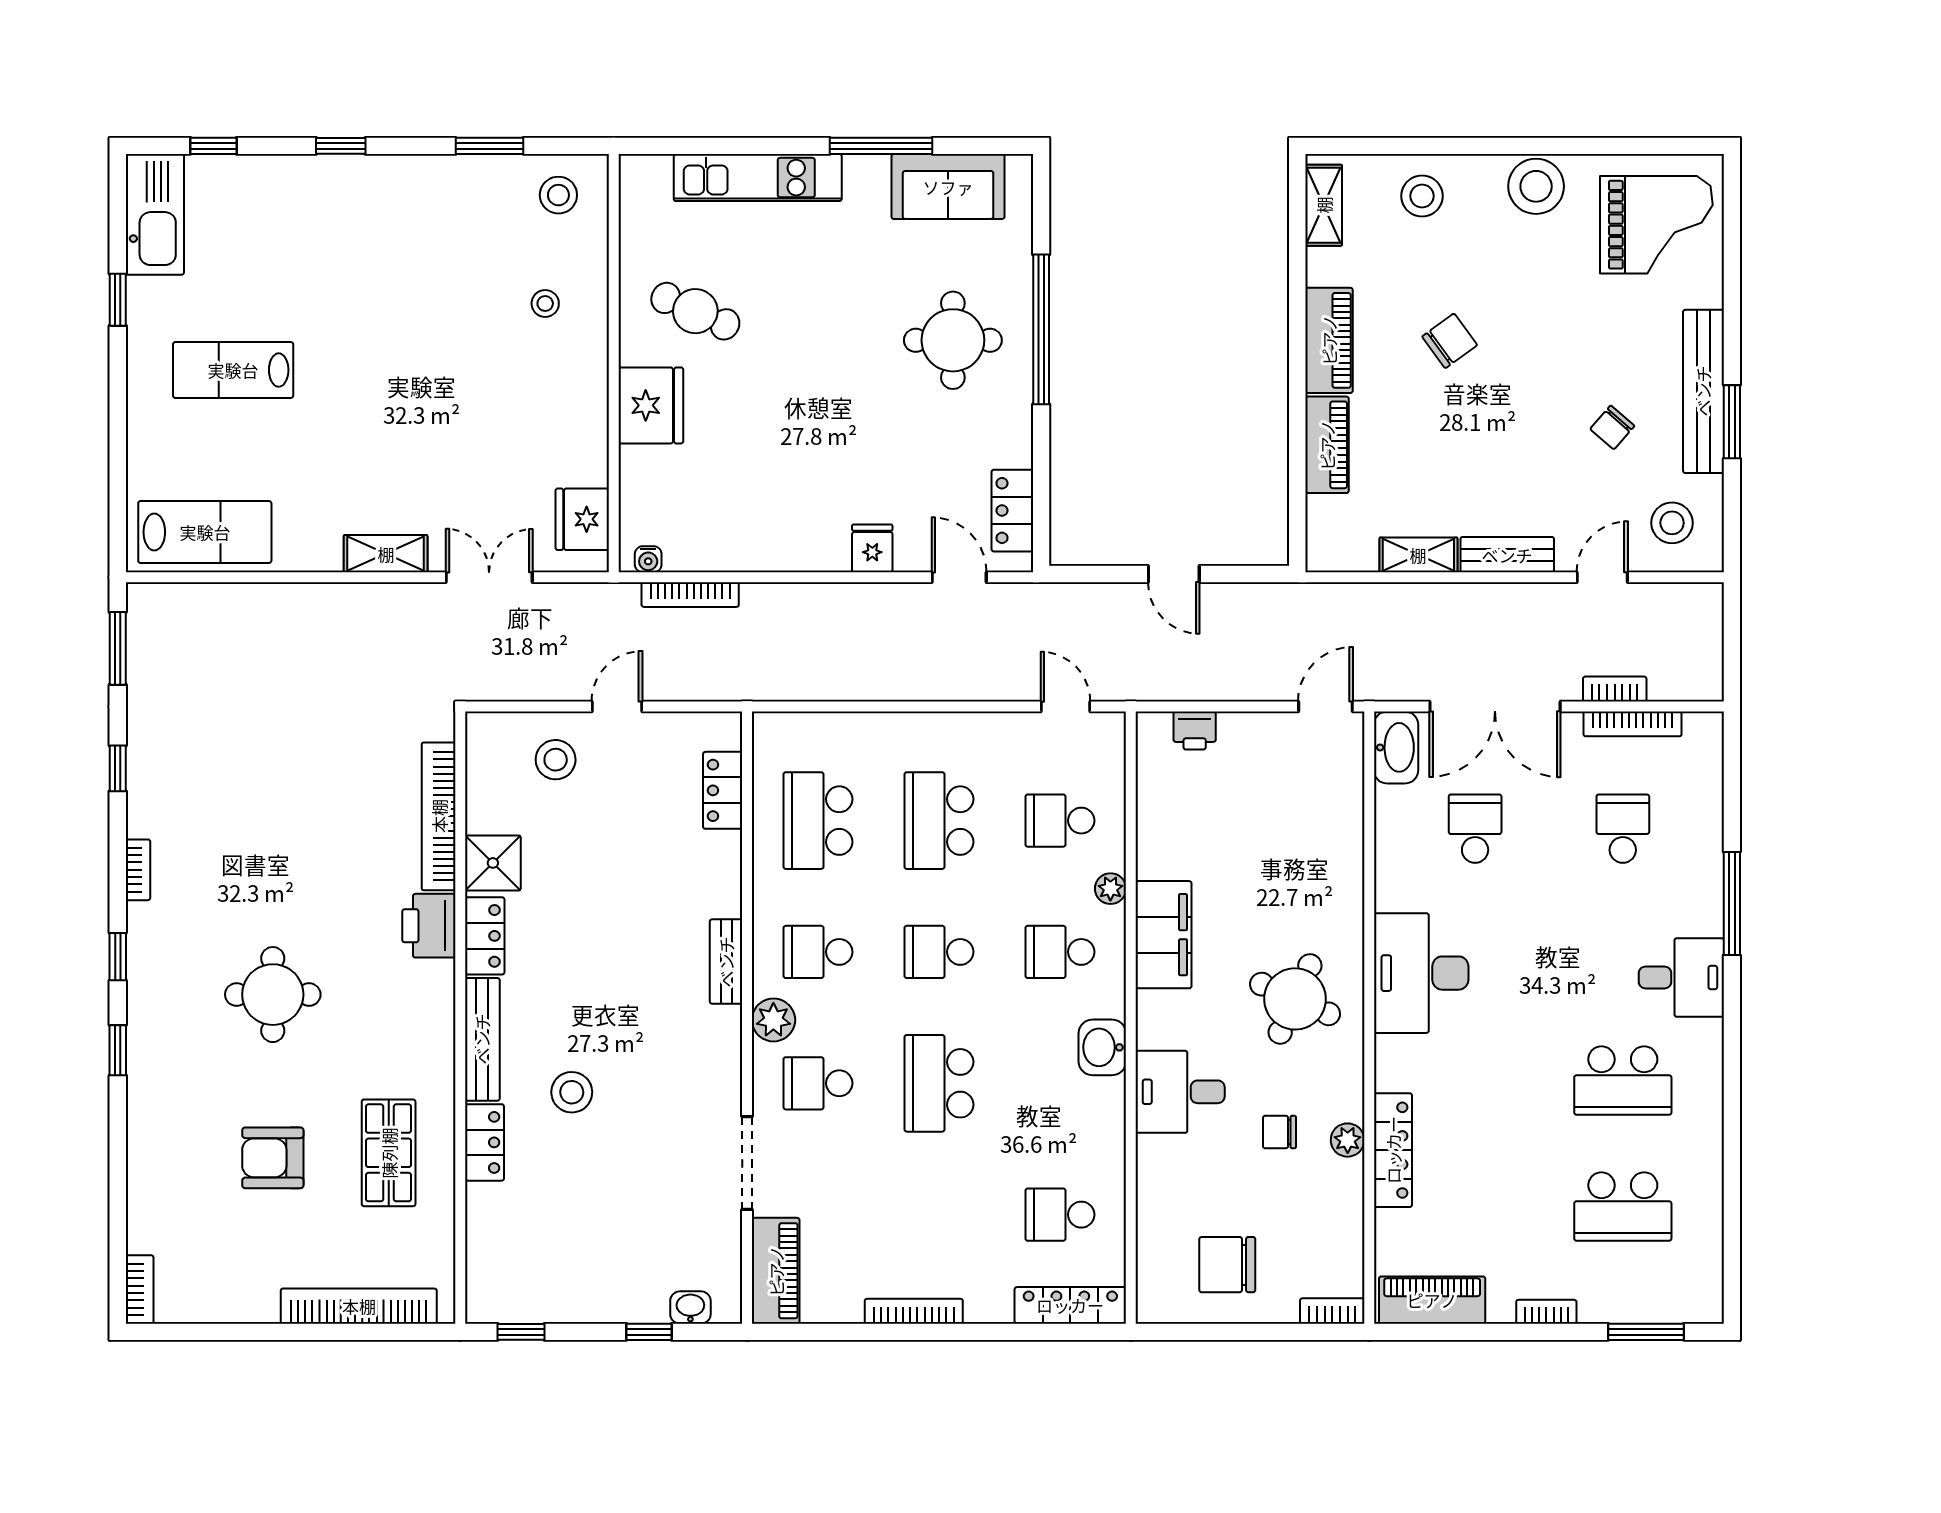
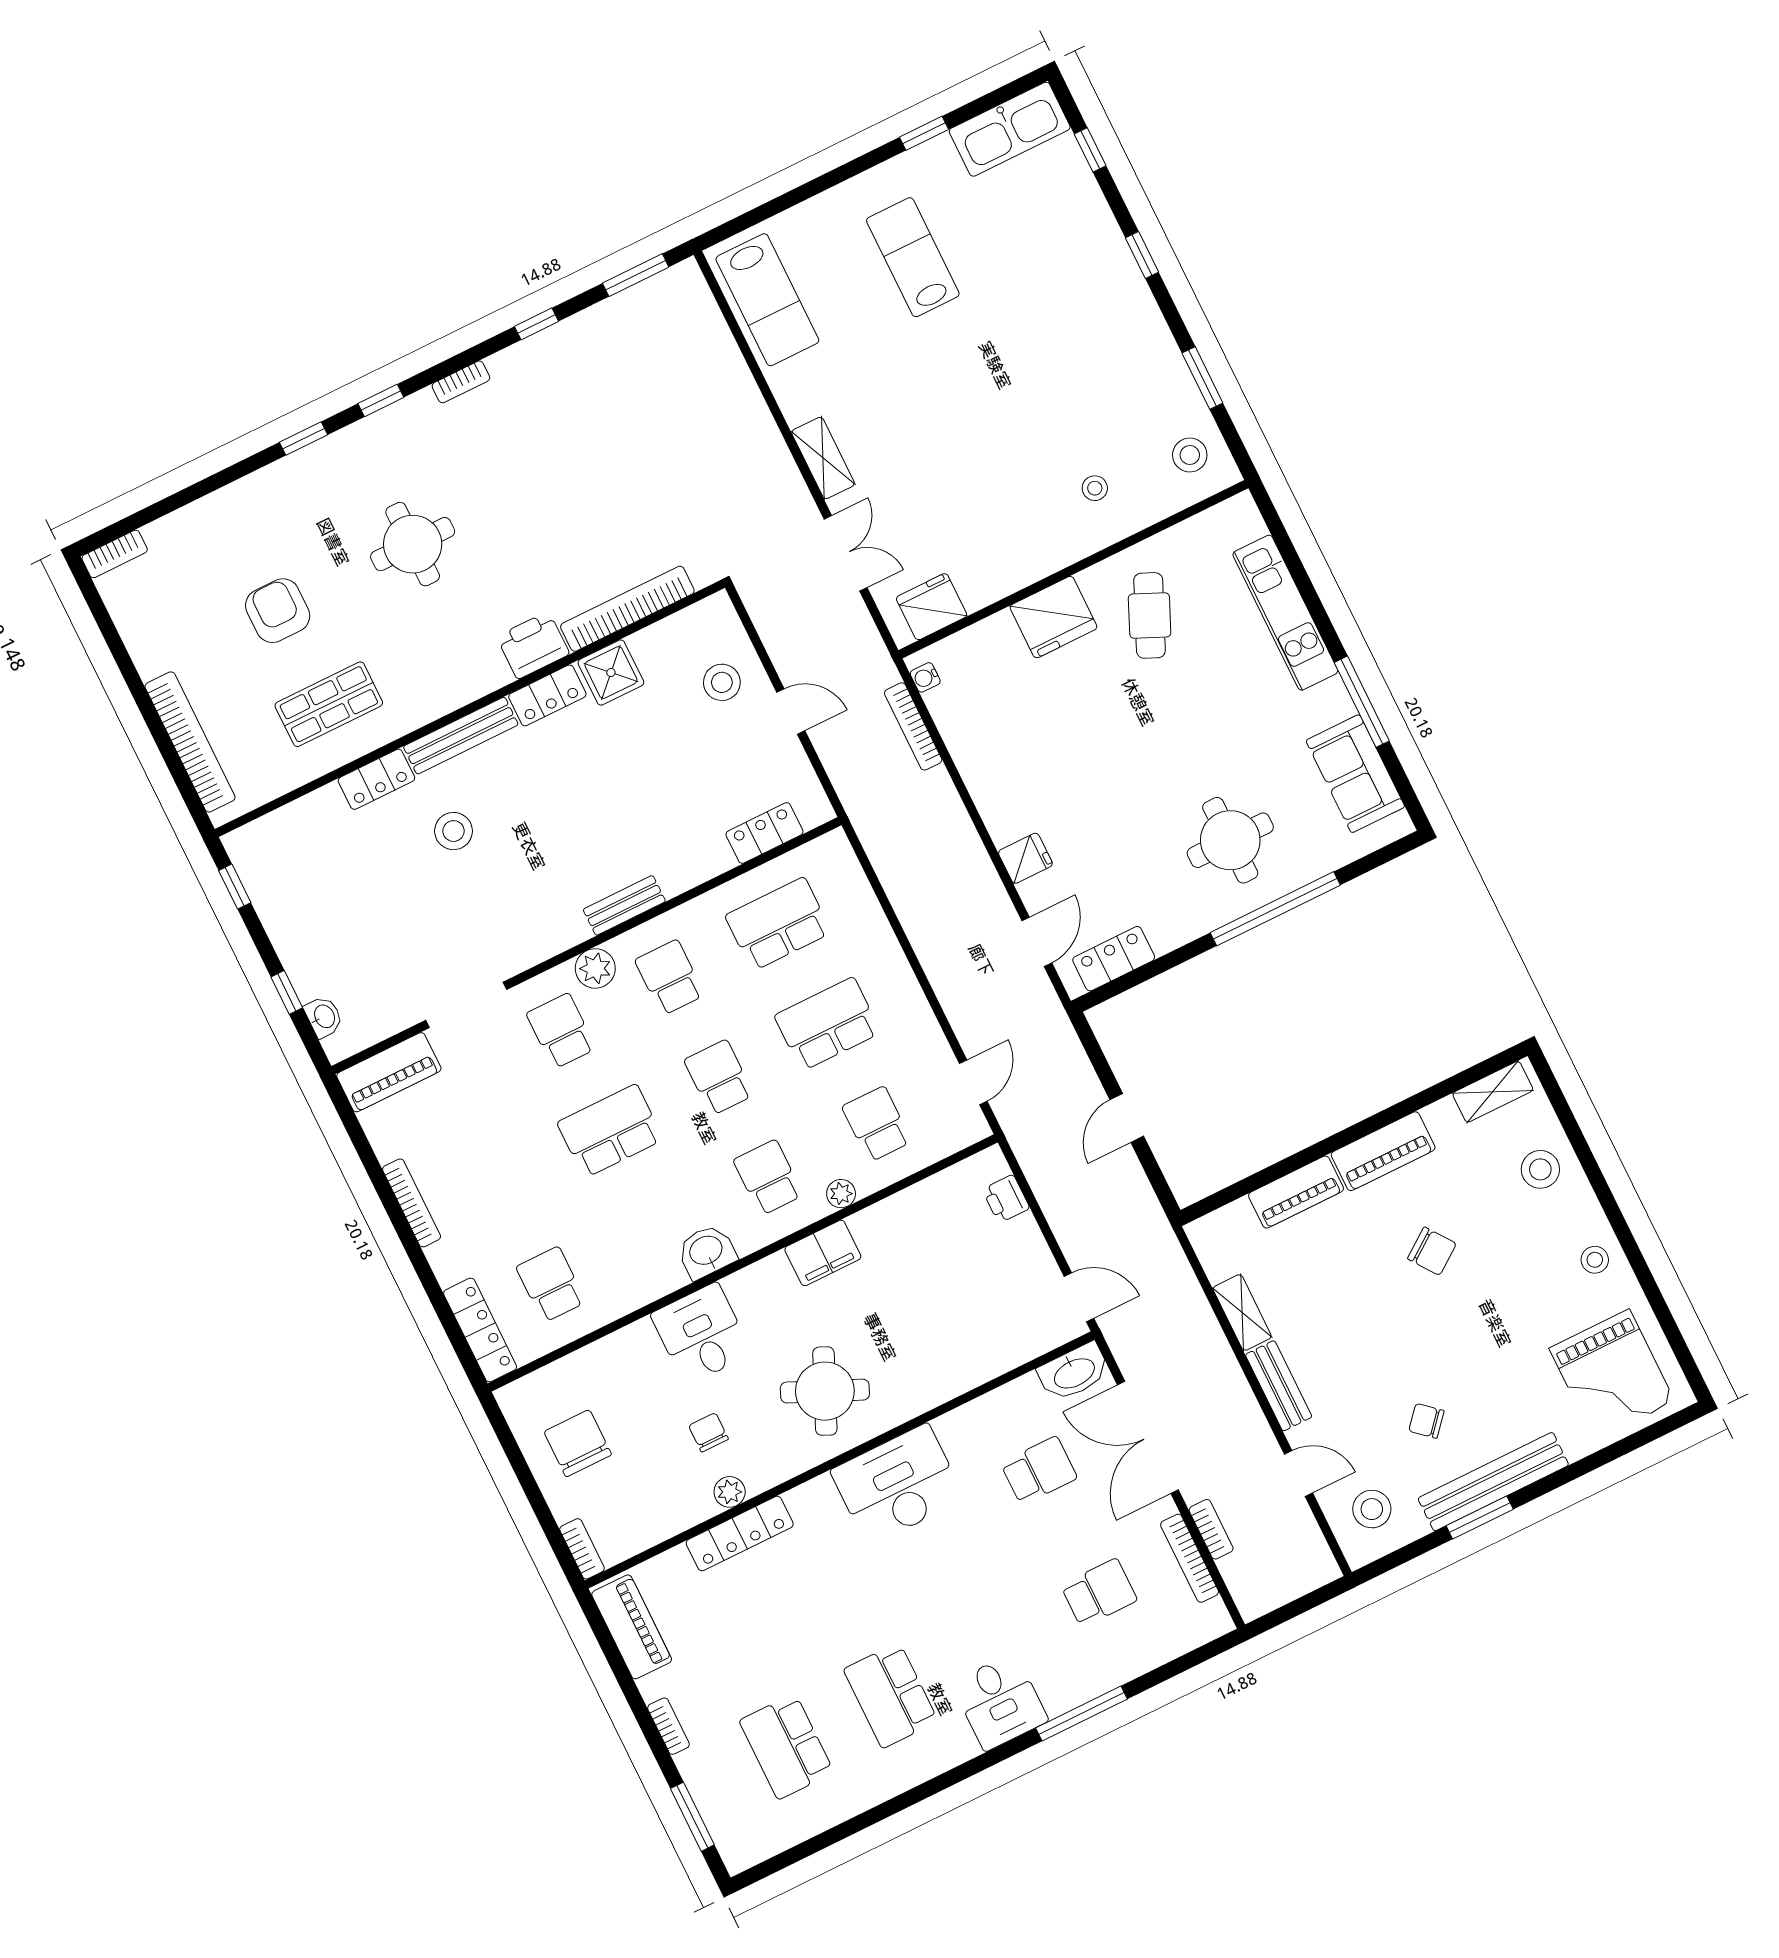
stool: (1536, 186) -> (1595, 1260), width x0.53, depth x0.53
filing cabinet: (1164, 935) -> (823, 1253), width x0.67, depth x0.86

